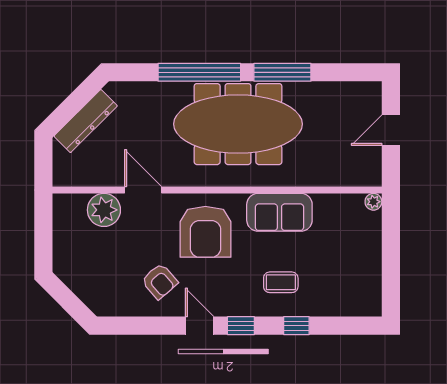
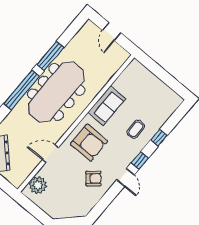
plant: (373, 202) -> (135, 63), removed
plant: (104, 210) -> (38, 185), moved
door: (200, 326) -> (125, 177), swing flipped

